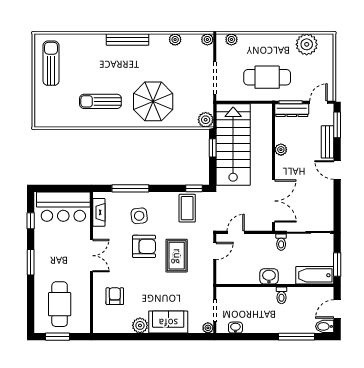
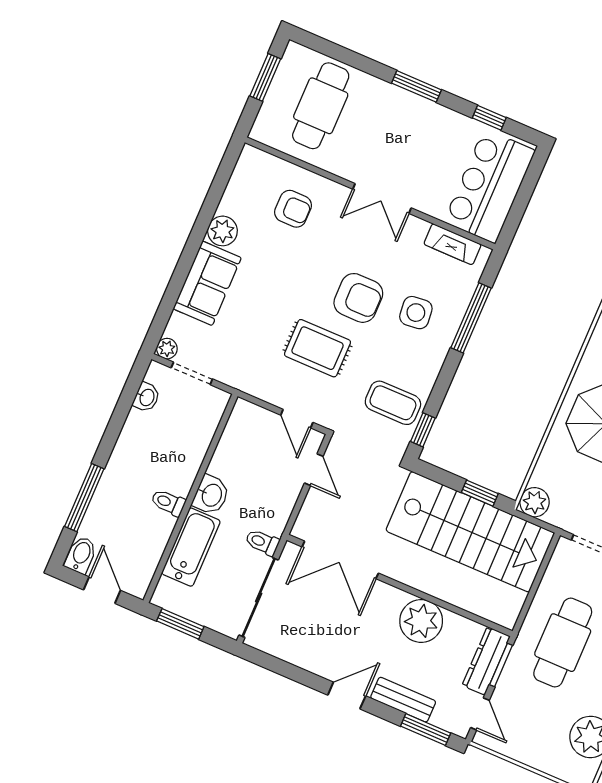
plant: (281, 150) -> (421, 621), width x1.88, depth x1.88
armchair: (144, 246) -> (358, 298), turned -90
bathtub: (315, 275) -> (191, 547), moved
cafe table: (60, 304) -> (321, 106), turned 90

